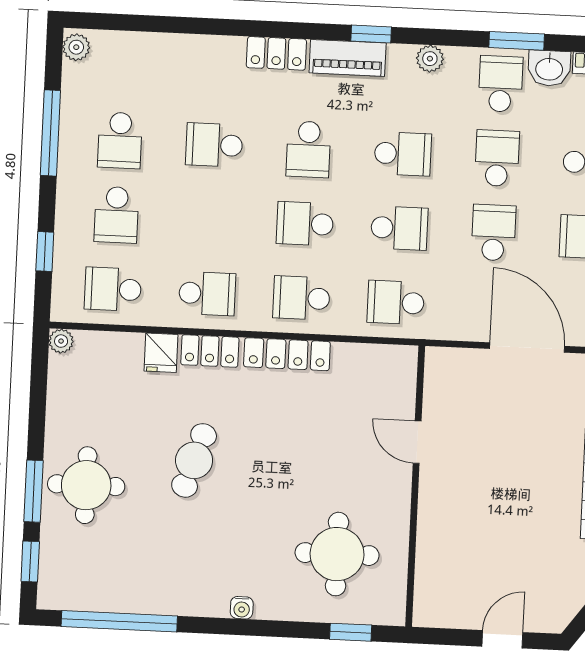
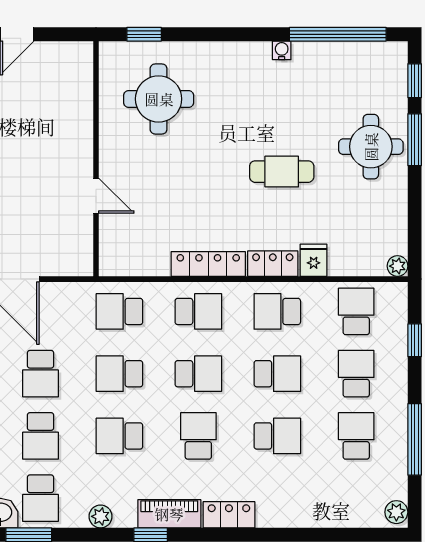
school desk: (211, 219) -> (277, 374), added
school desk: (113, 289) -> (356, 311), turned -90
school desk: (396, 302) -> (119, 311), turned 180
cafe table: (194, 460) -> (282, 172), turned 72
water cooler: (242, 608) -> (282, 50), moved

